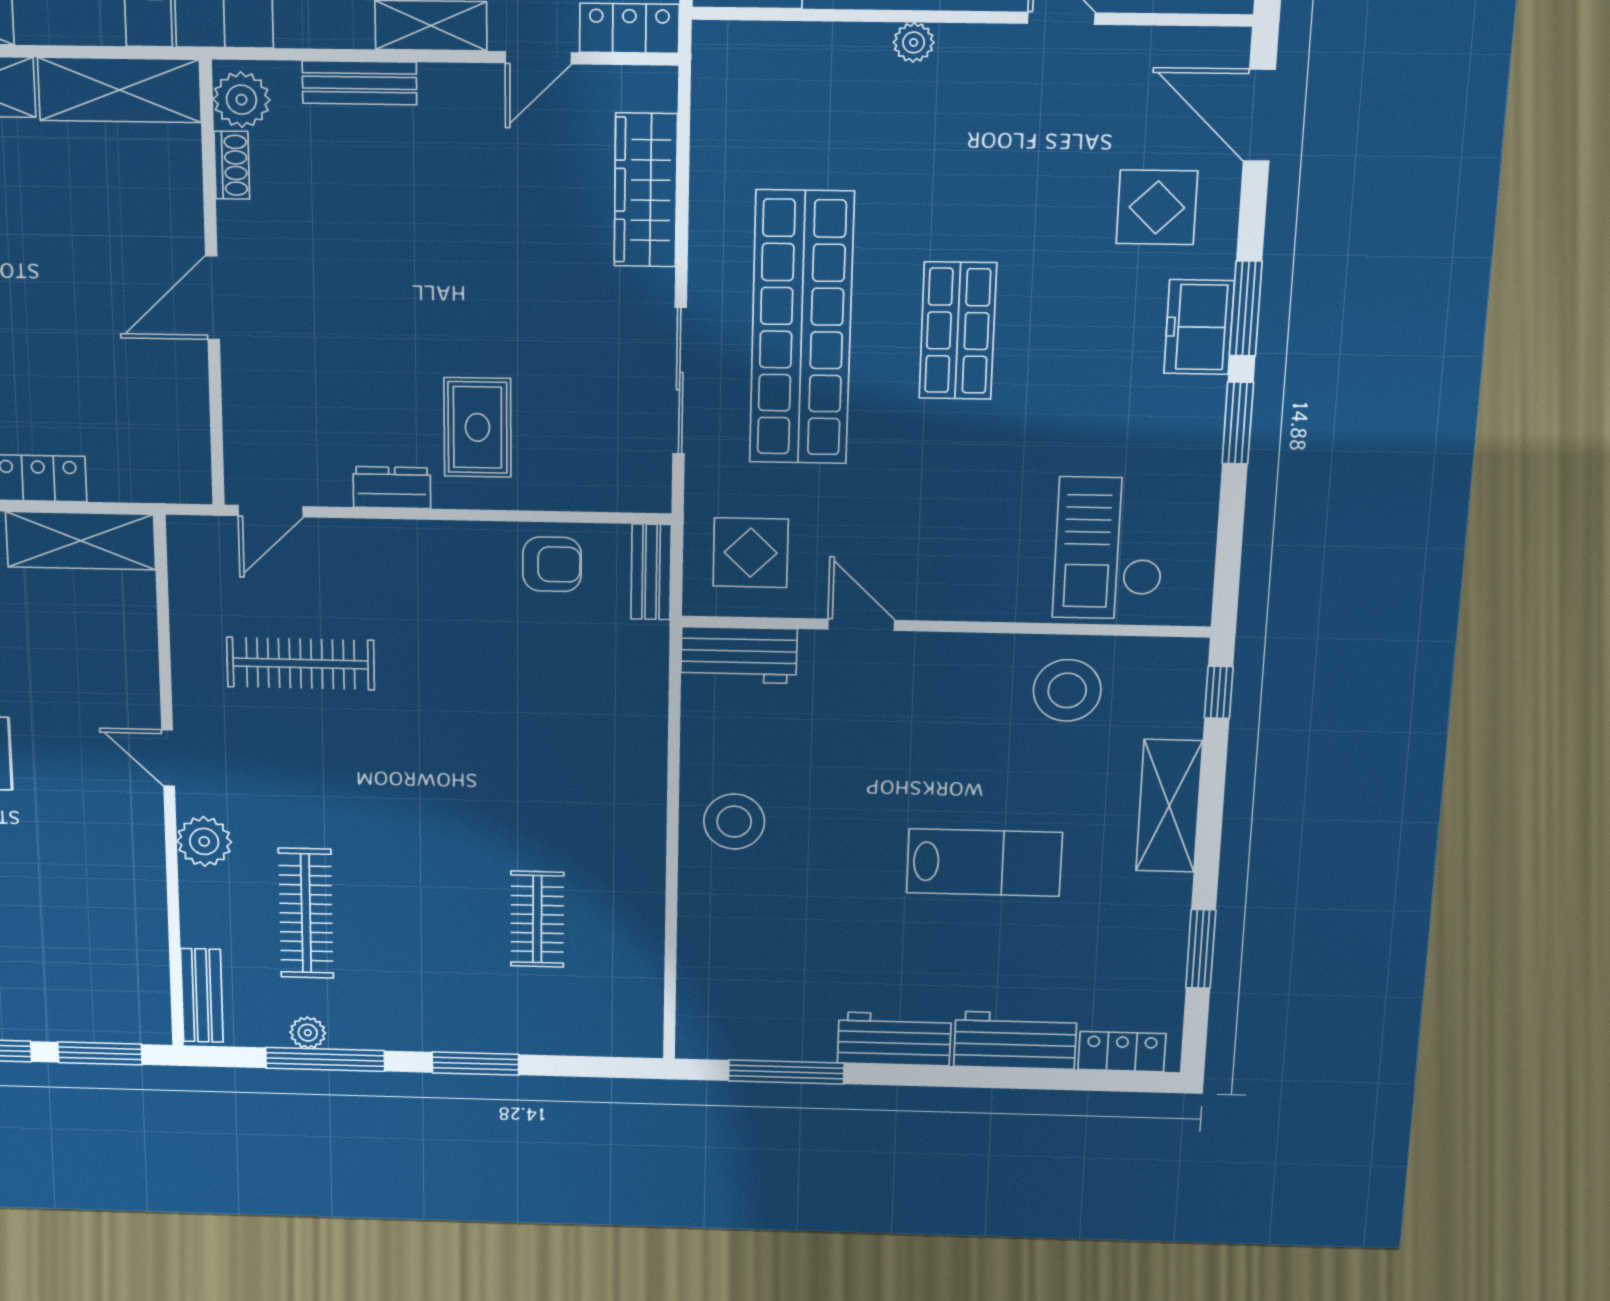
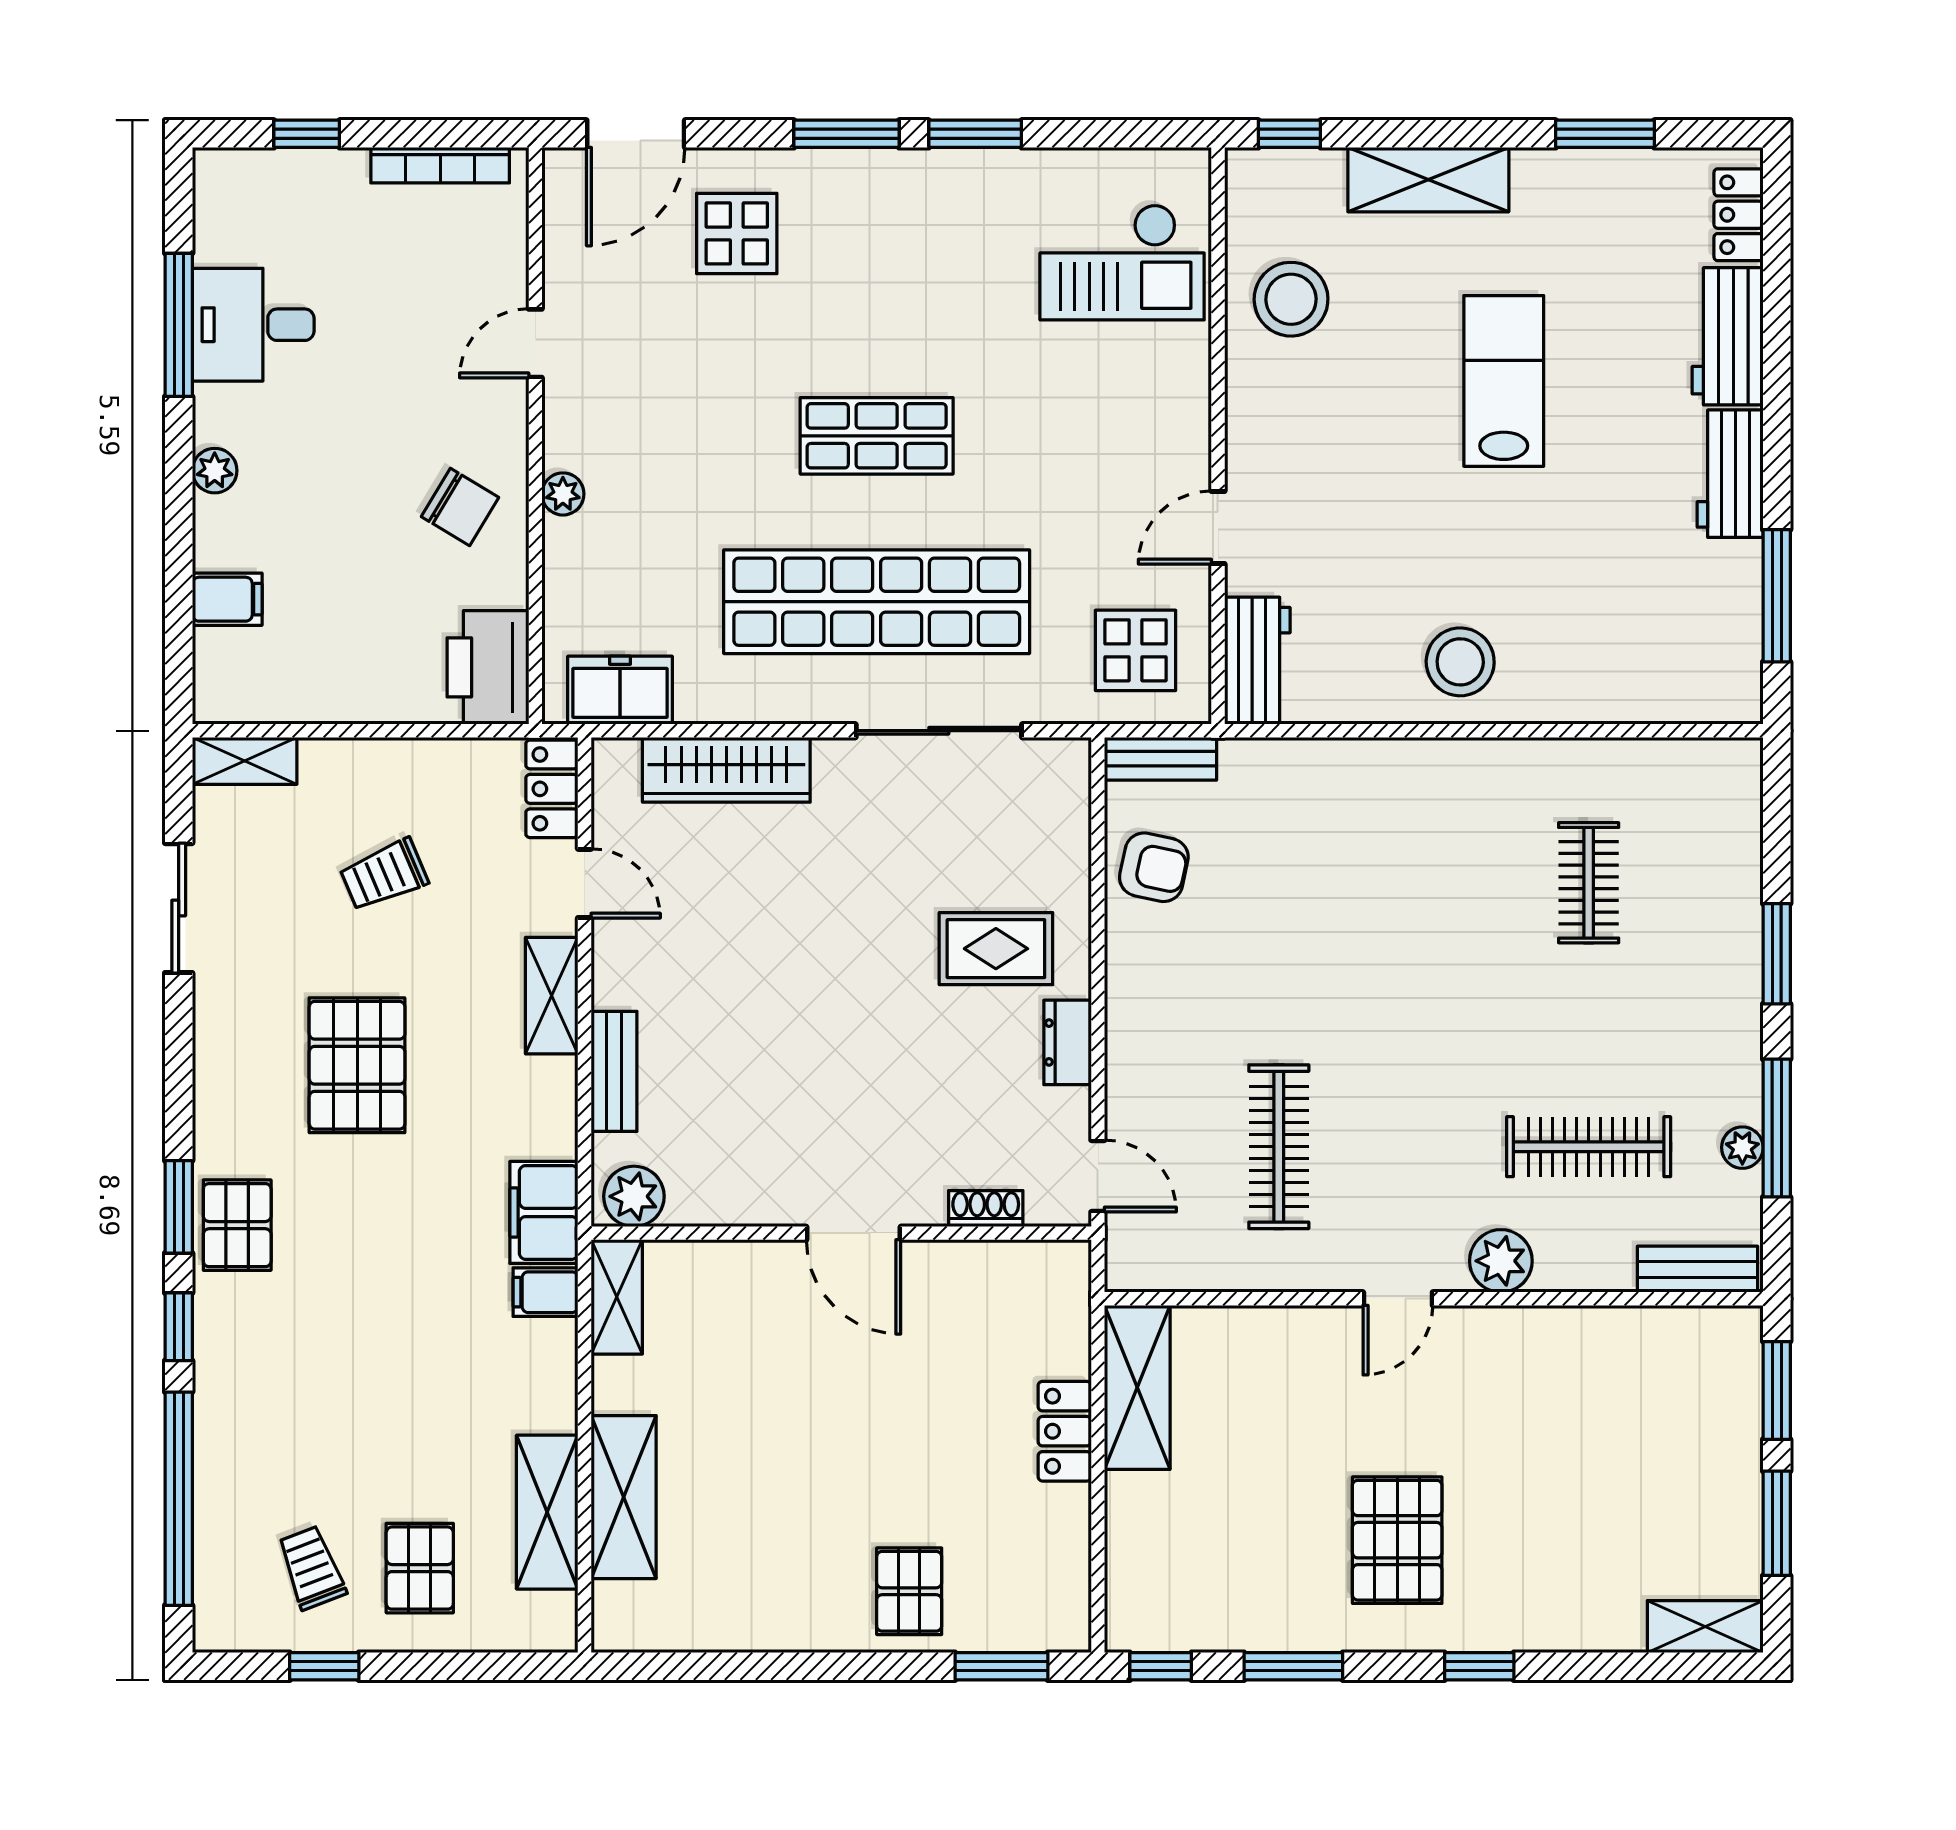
shelving: (119, 90) -> (617, 1297), width x0.67, depth x0.75
shoe rack: (232, 165) -> (986, 1209), moved
freezer: (1199, 327) -> (620, 690), moved, turned 180
armchair: (552, 564) -> (1154, 867), turned 102
clothes rail: (537, 919) -> (1589, 883), turned 90

